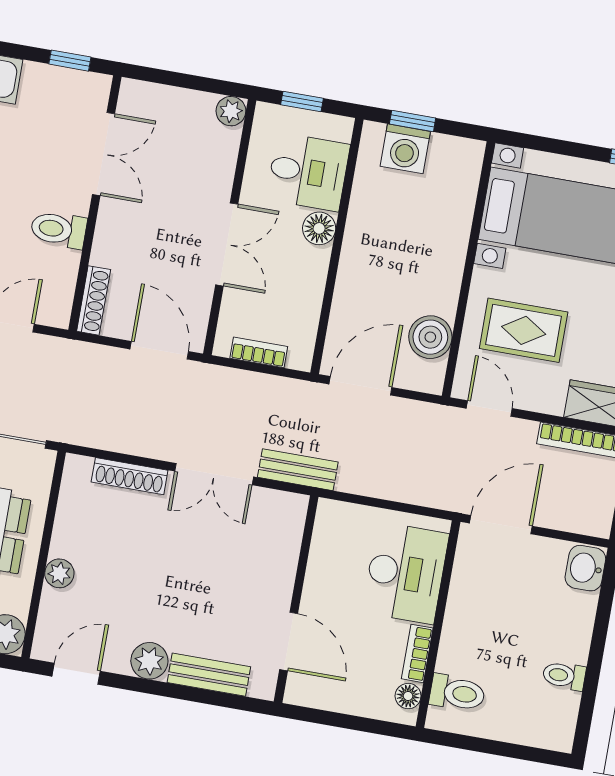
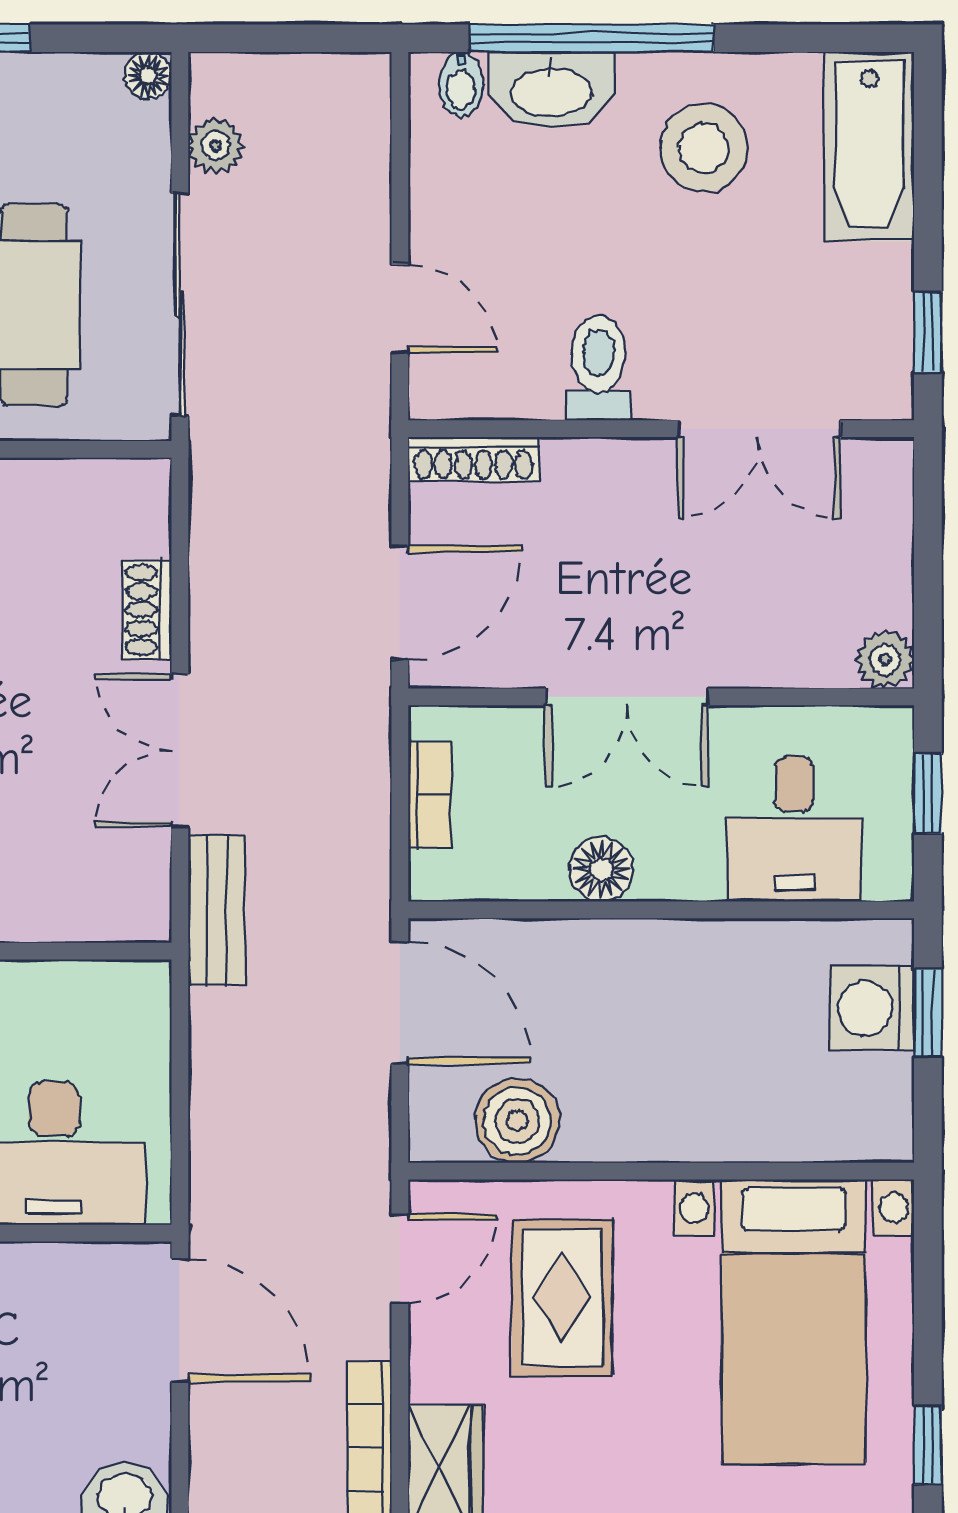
floor lamp: (319, 228) -> (601, 869), moved
shoe rack: (130, 476) -> (147, 610), width x0.70

